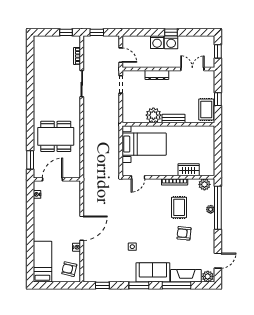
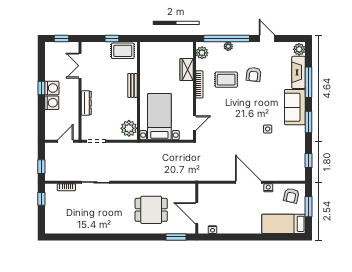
plant: (153, 115) -> (129, 128), moved
dining table: (56, 136) -> (151, 210), width x0.73
door: (138, 177) -> (194, 123), hinge flipped
door: (218, 261) -> (267, 38), moved
window: (59, 285) -> (309, 207), added

